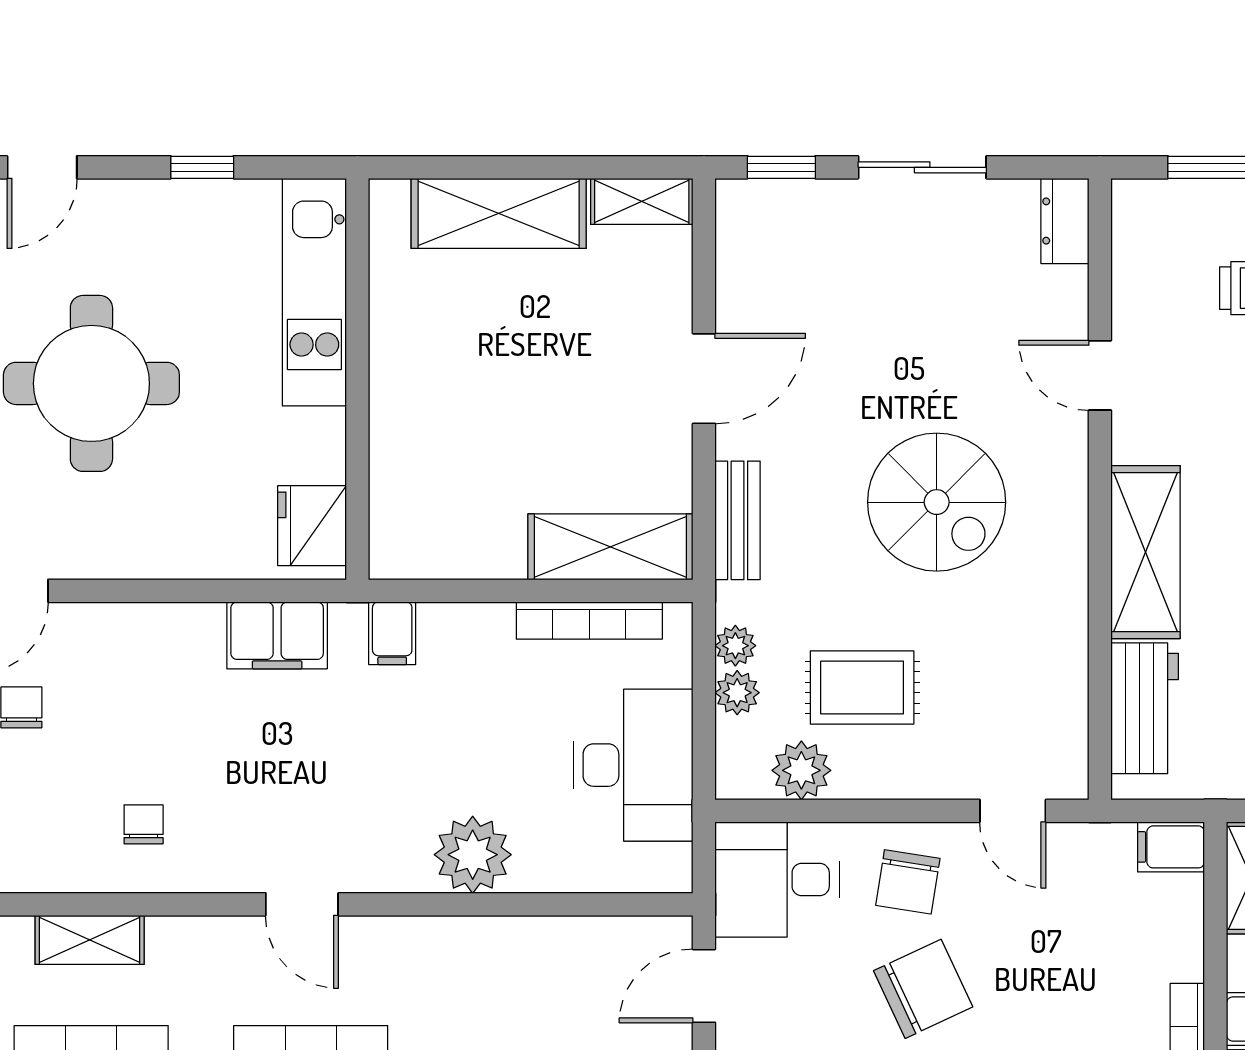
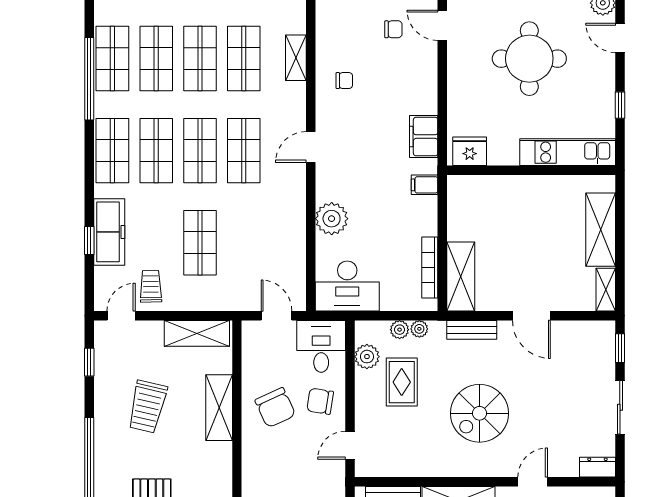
desk: (633, 765) -> (347, 286), moved

